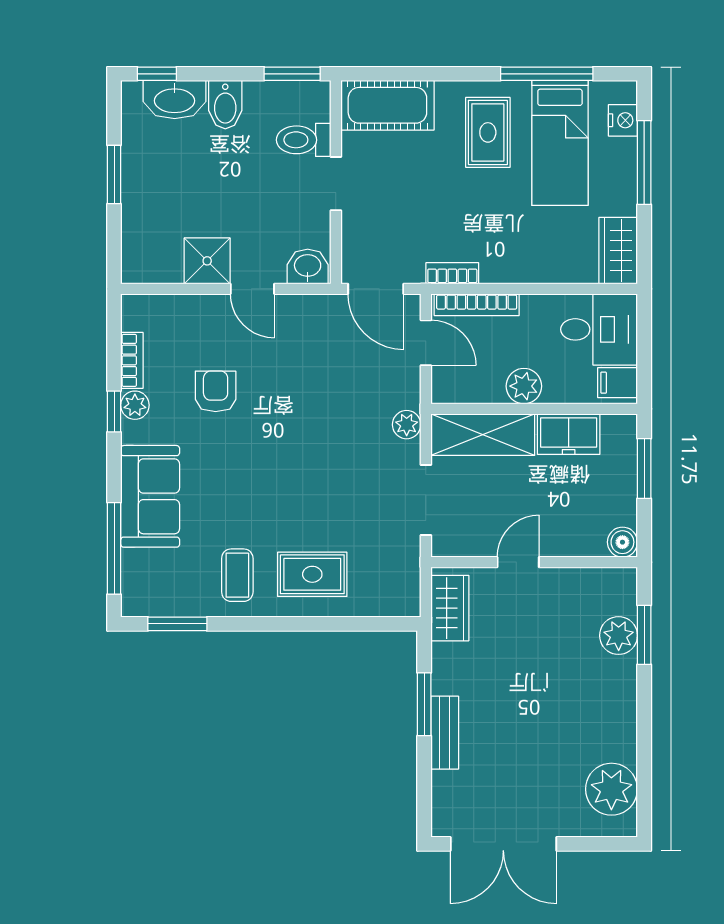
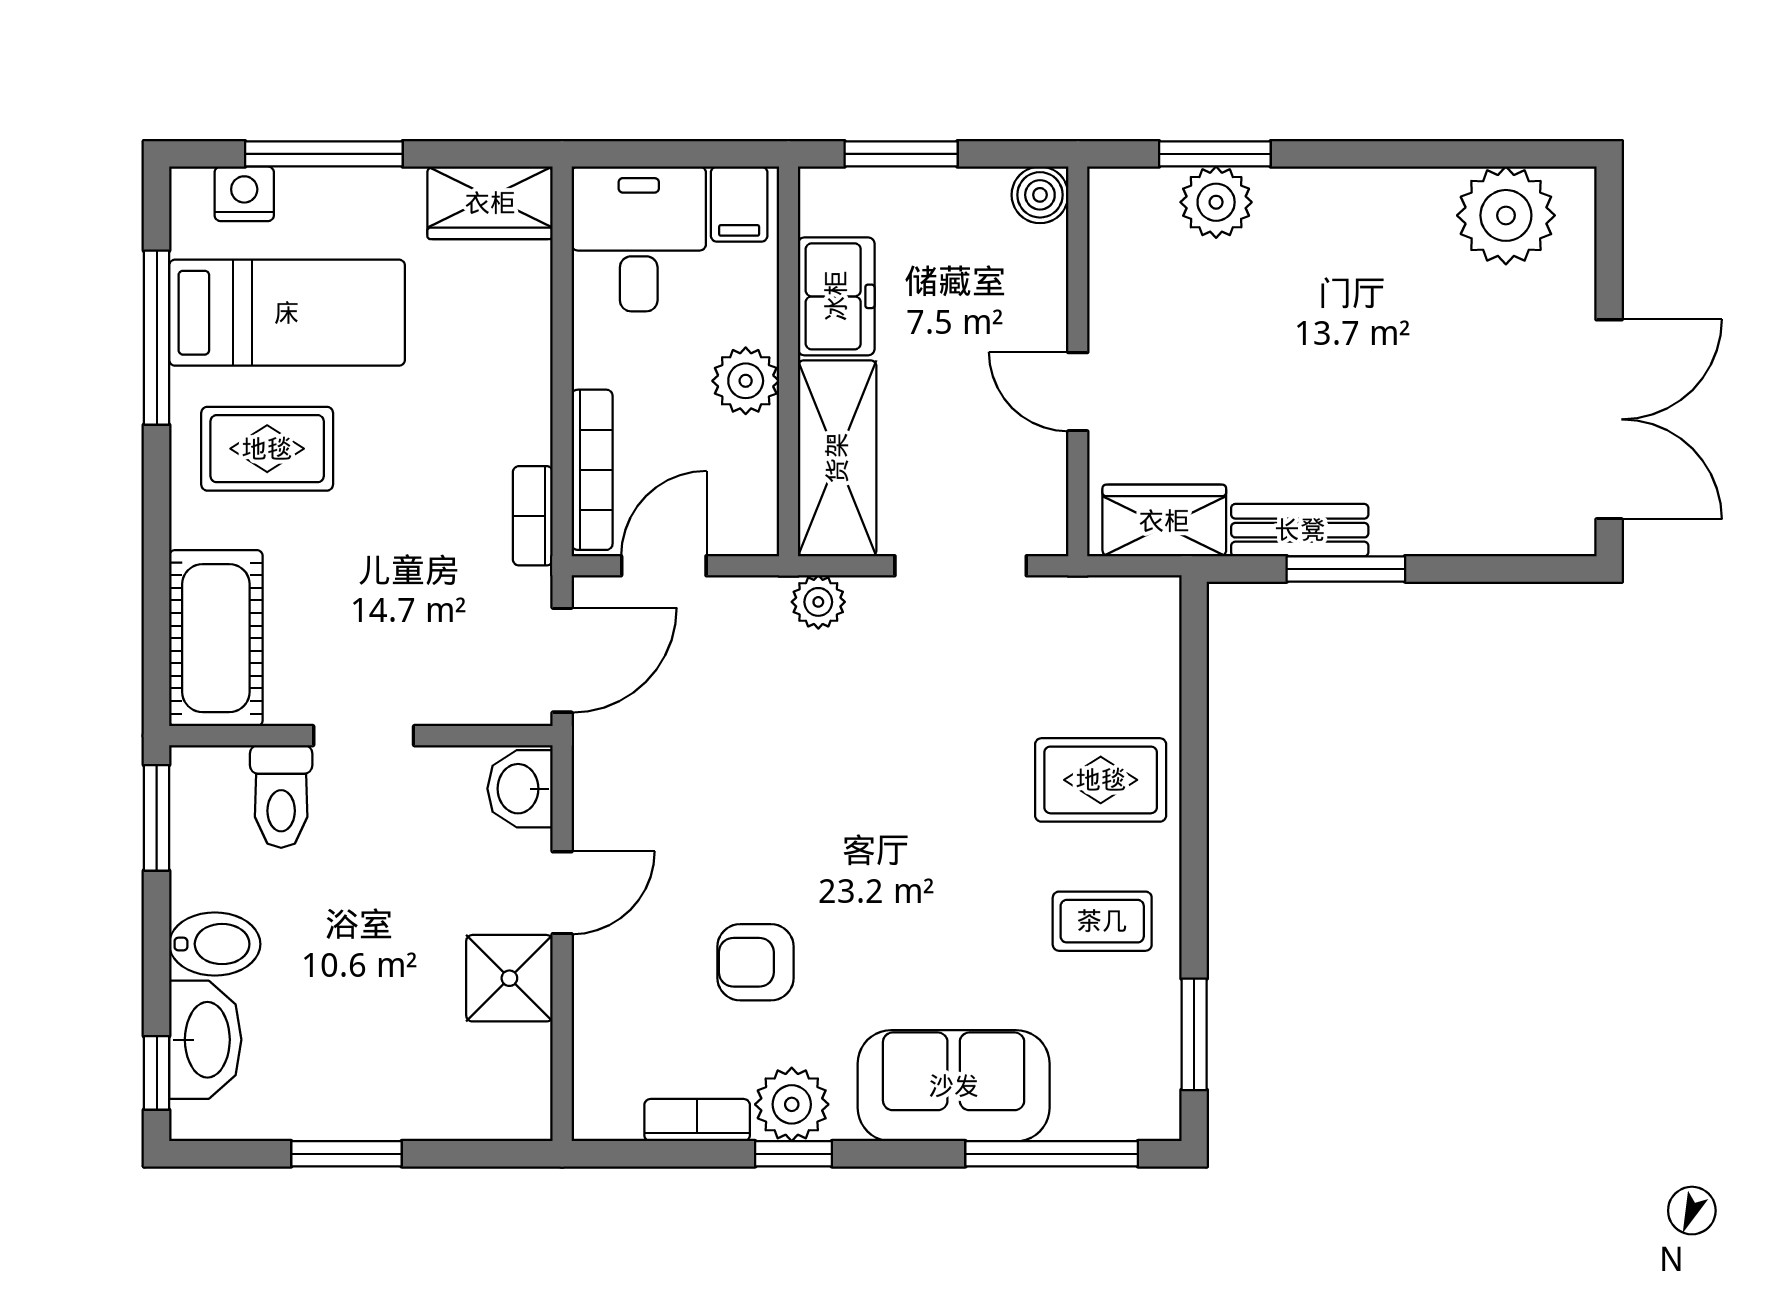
plant: (135, 405) -> (792, 1104), width x1.38, depth x1.38
rug: (312, 574) -> (1101, 780), turned 90
bench: (445, 733) -> (1300, 530), moved

